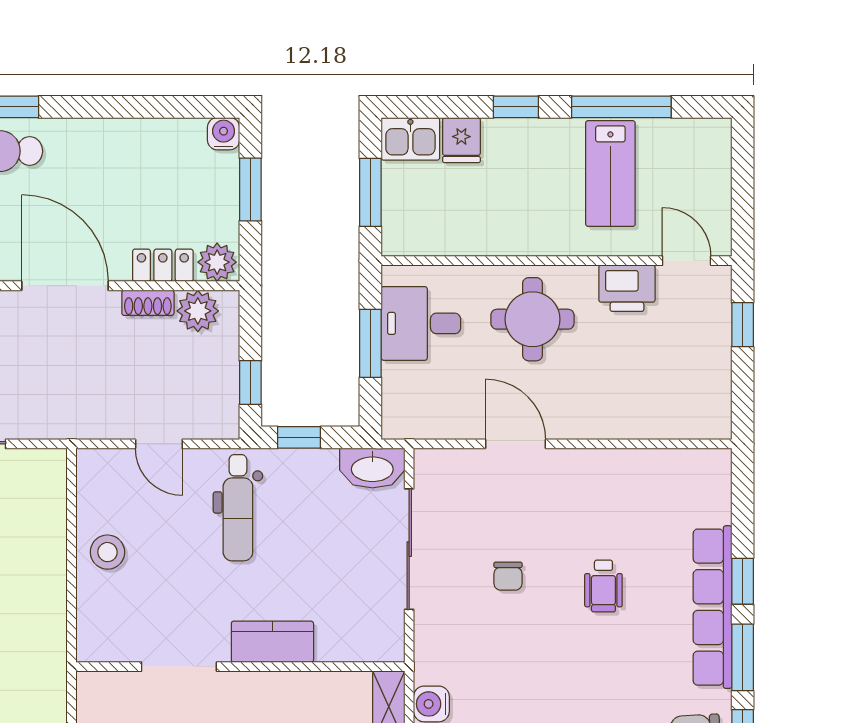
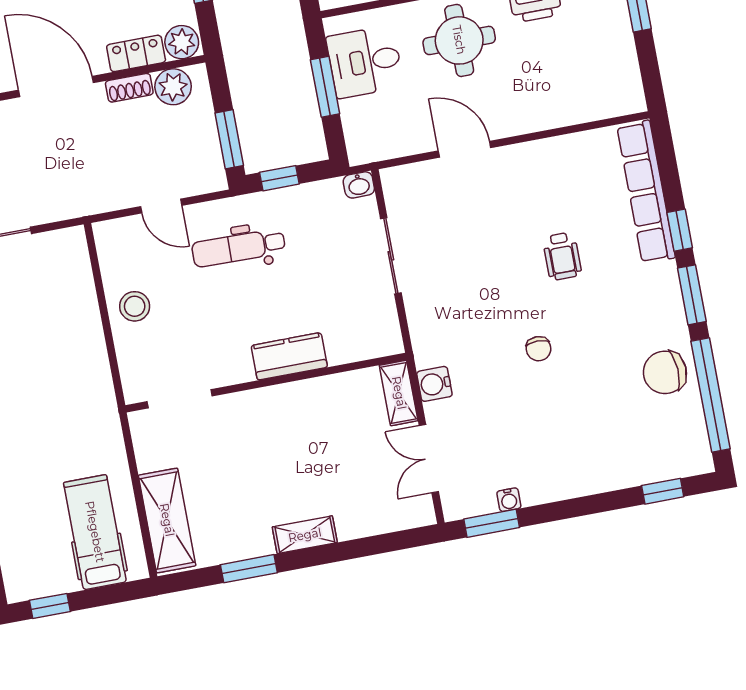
window: (250, 383) -> (229, 139), width x1.50
washbasin: (372, 468) -> (359, 185), width x0.52, depth x0.69
dental chair: (238, 508) -> (239, 248), turned 91
sliding door: (409, 549) -> (391, 256), width x0.73
chair: (508, 576) -> (539, 349), moved
row of seats: (713, 607) -> (646, 192), moved
doorway: (179, 667) -> (180, 399), moved

